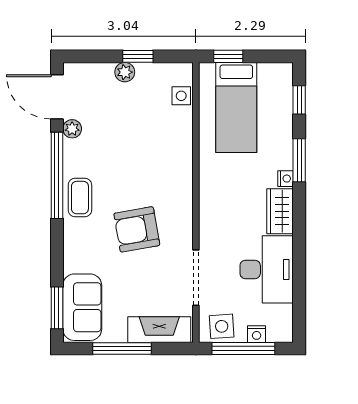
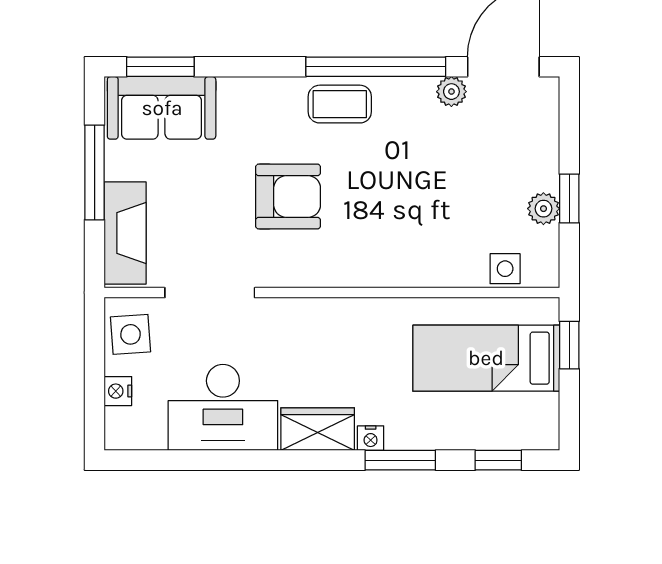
plant: (125, 72) -> (543, 209), moved
armchair: (137, 229) -> (288, 197), turned 100
window: (243, 348) -> (95, 370), removed

